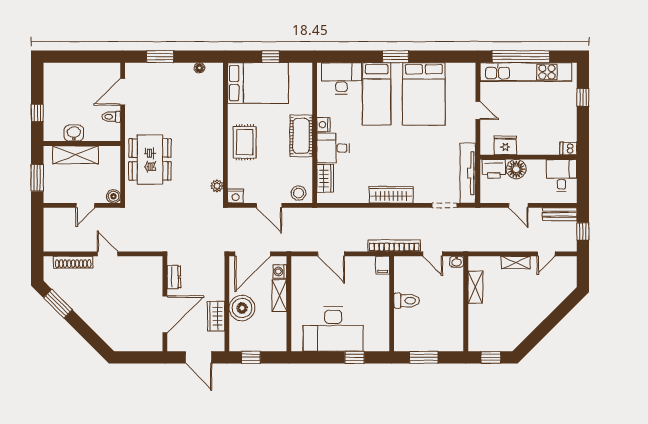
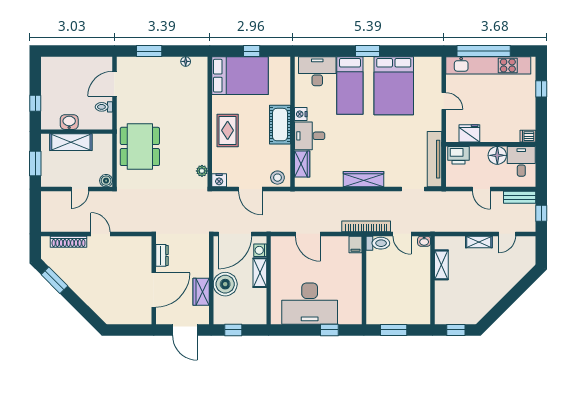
floor lamp: (516, 169) -> (497, 155), moved
toilet: (407, 301) -> (378, 243), moved

